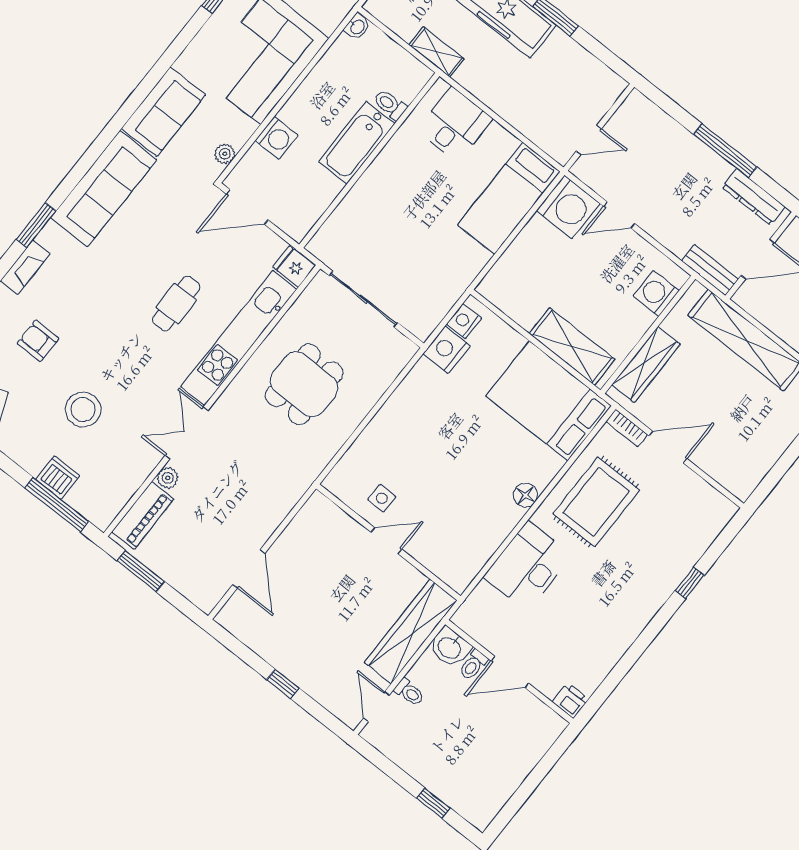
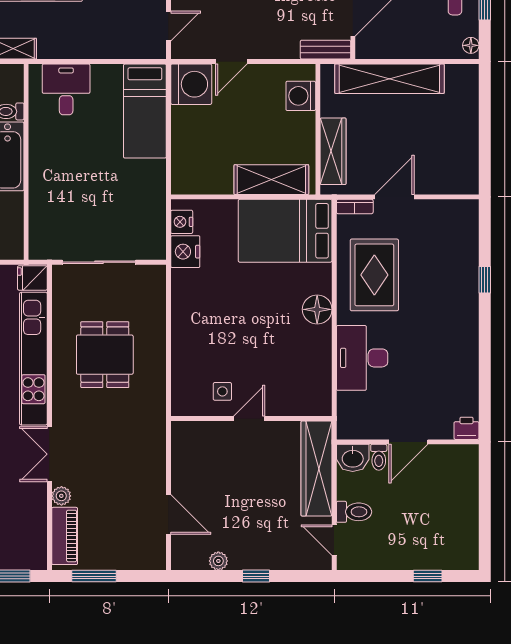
floor lamp: (525, 495) -> (317, 309), width x1.38, depth x1.38
plant: (260, 644) -> (218, 561), added
toilet: (409, 692) -> (354, 512), width x1.37, depth x1.39

